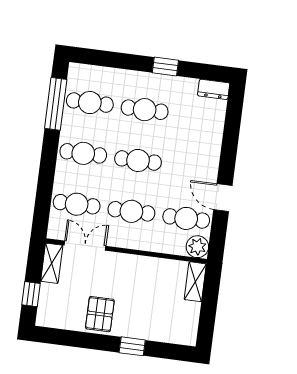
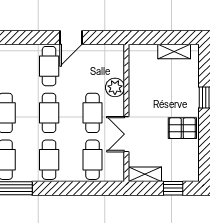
cafe table: (186, 218) -> (49, 66), moved
double door: (85, 246) -> (126, 134), moved
plant: (197, 247) -> (115, 87), moved
shelving: (195, 282) -> (174, 52), moved

